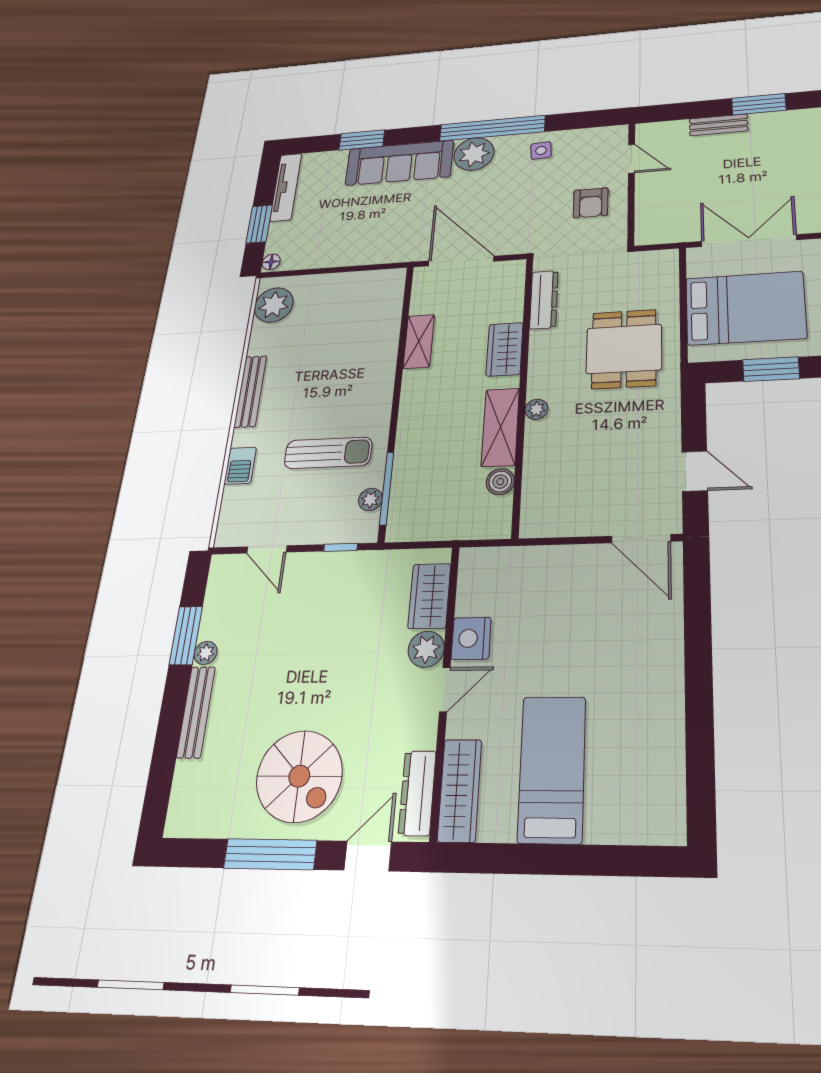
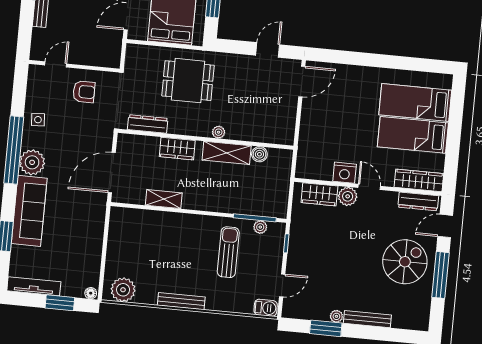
barbecue: (240, 466) -> (266, 308), moved
bed: (619, 767) -> (415, 102), added
door: (368, 856) -> (445, 226), hinge flipped

